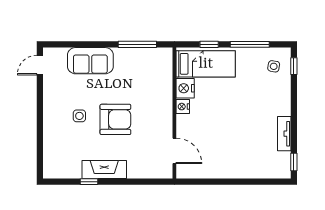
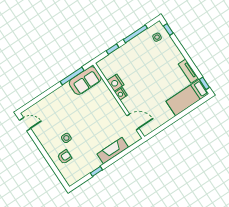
sofa: (90, 61) -> (85, 80), moved
bed: (206, 64) -> (187, 98), moved, turned 180
door: (40, 65) -> (25, 124), swing flipped
armchair: (115, 119) -> (65, 157), moved, width x0.53, depth x0.53
fireplace: (104, 170) -> (113, 151), moved

